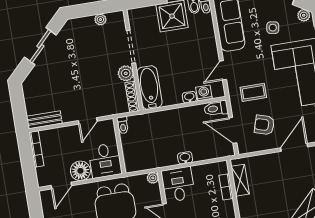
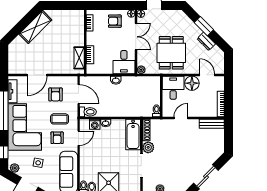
armchair: (253, 66) -> (57, 138), added
armchair: (264, 125) -> (56, 94), turned 73
door: (61, 185) -> (207, 75), hinge flipped

